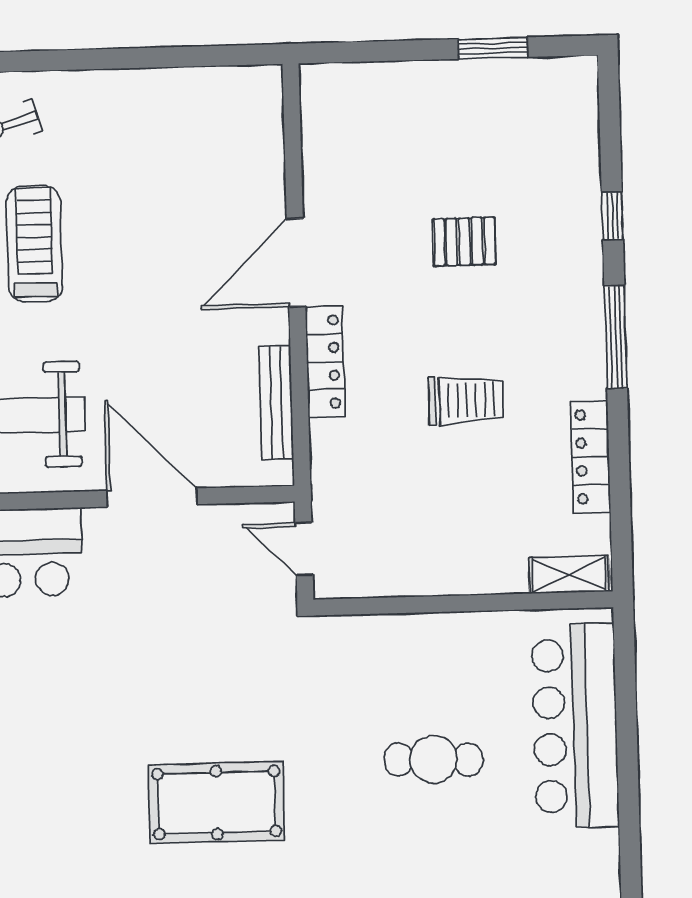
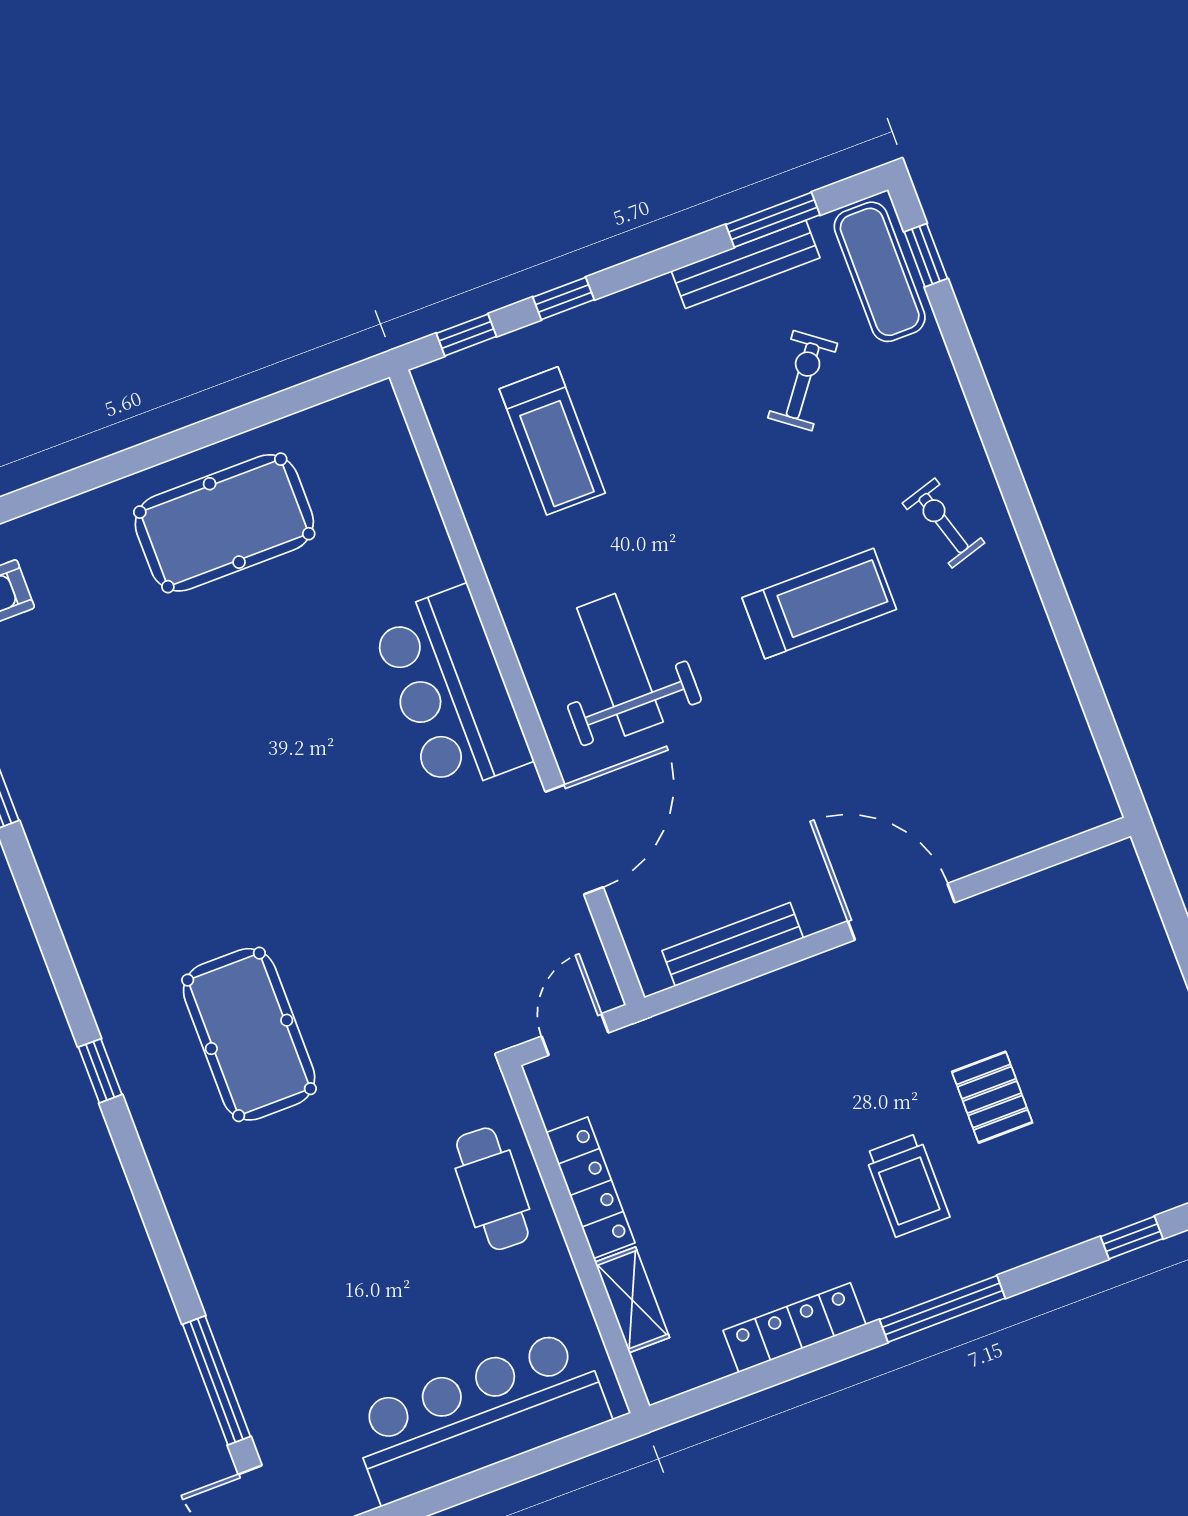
window: (612, 216) -> (1132, 1238), moved
locker: (325, 362) -> (591, 1188), moved, turned -90
trolley: (466, 400) -> (907, 1185), moved
shelving: (569, 575) -> (632, 1300), moved
cafe table: (434, 759) -> (492, 1189), moved

